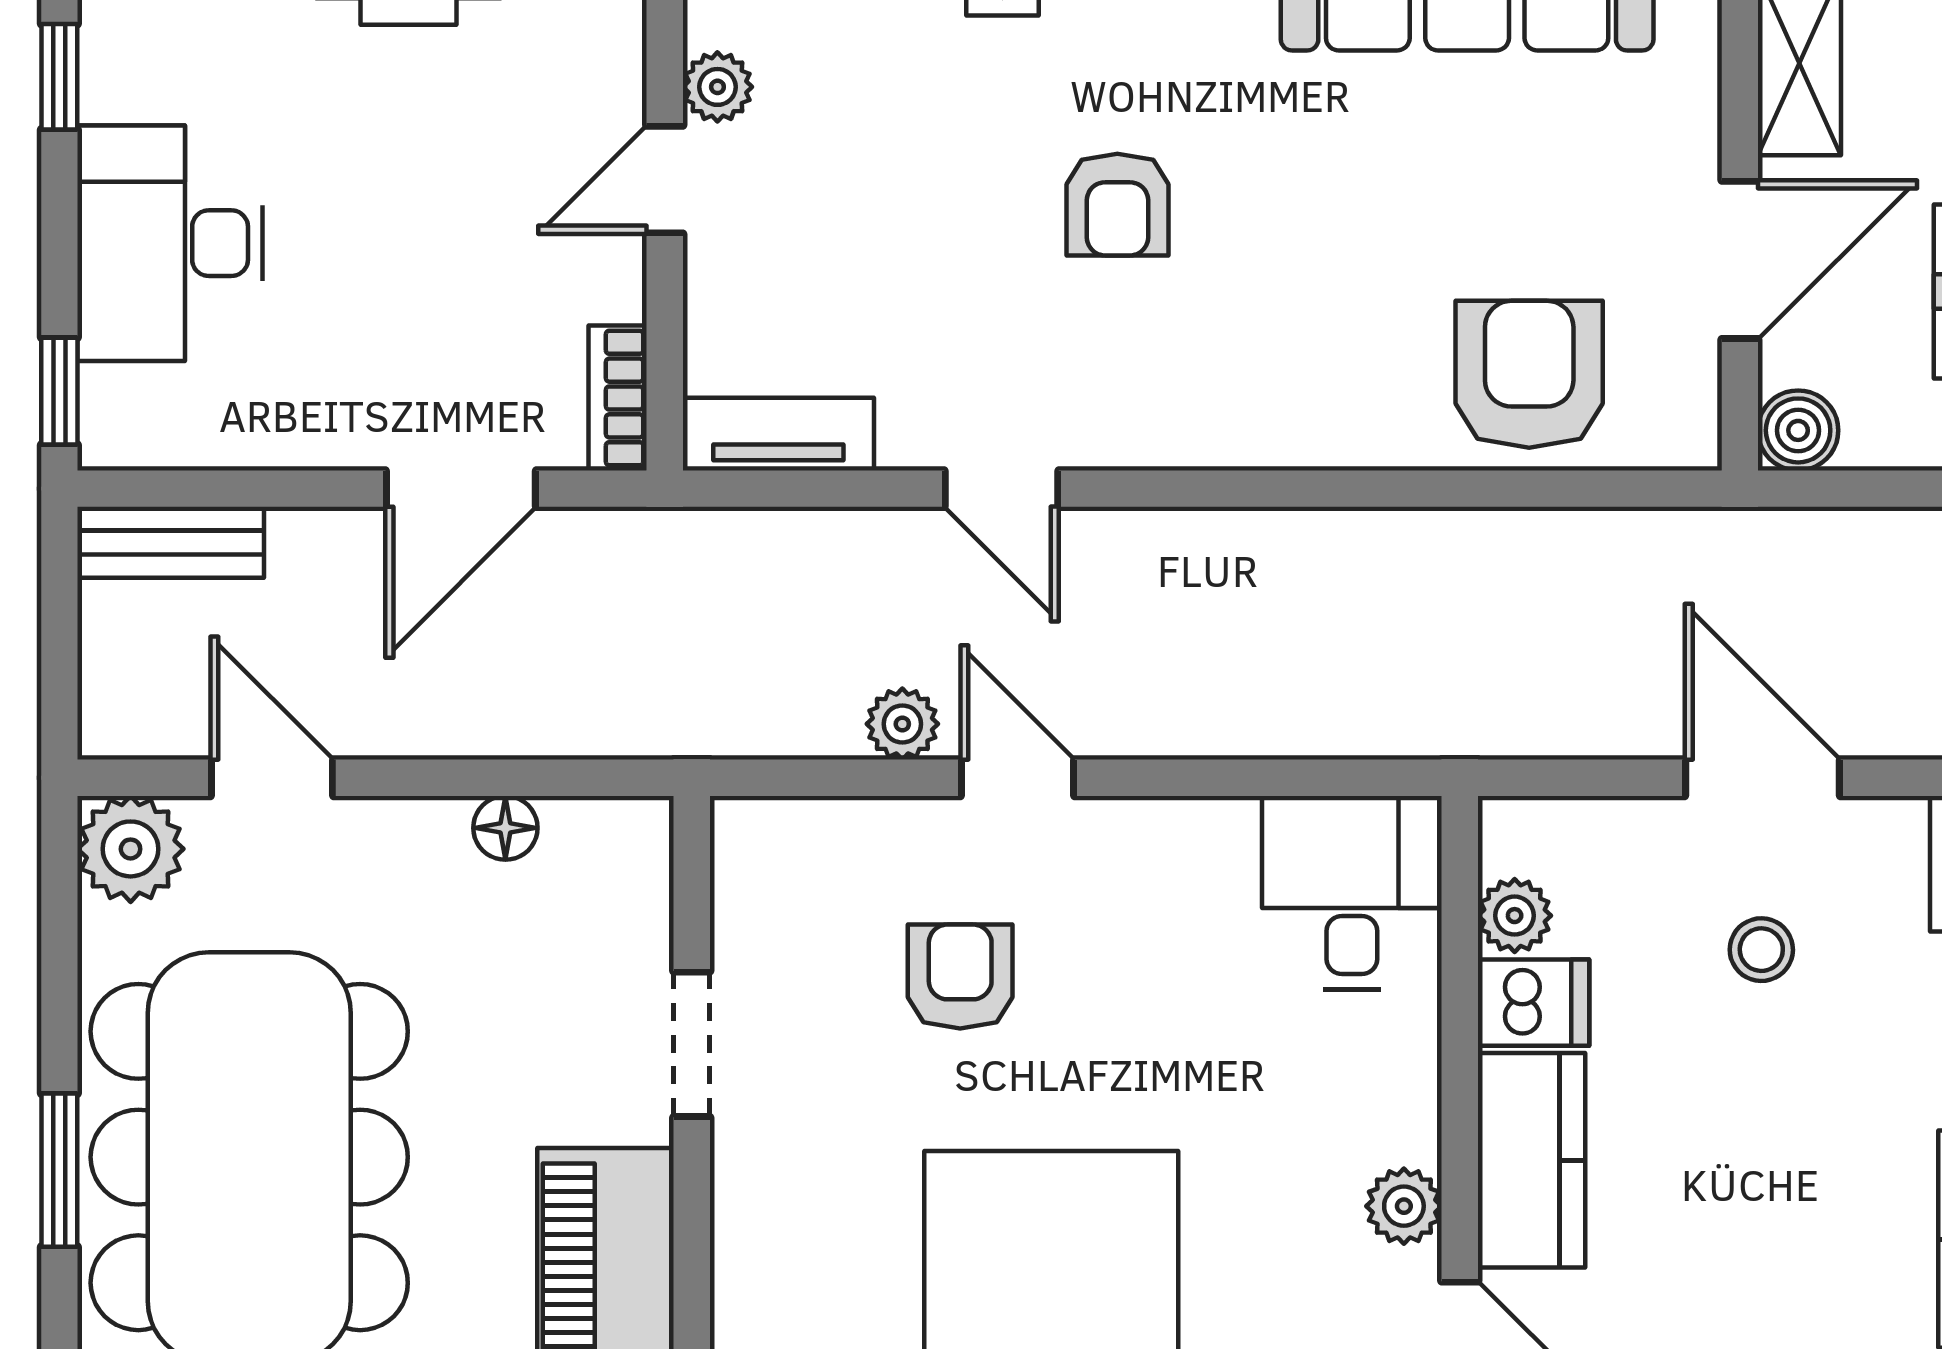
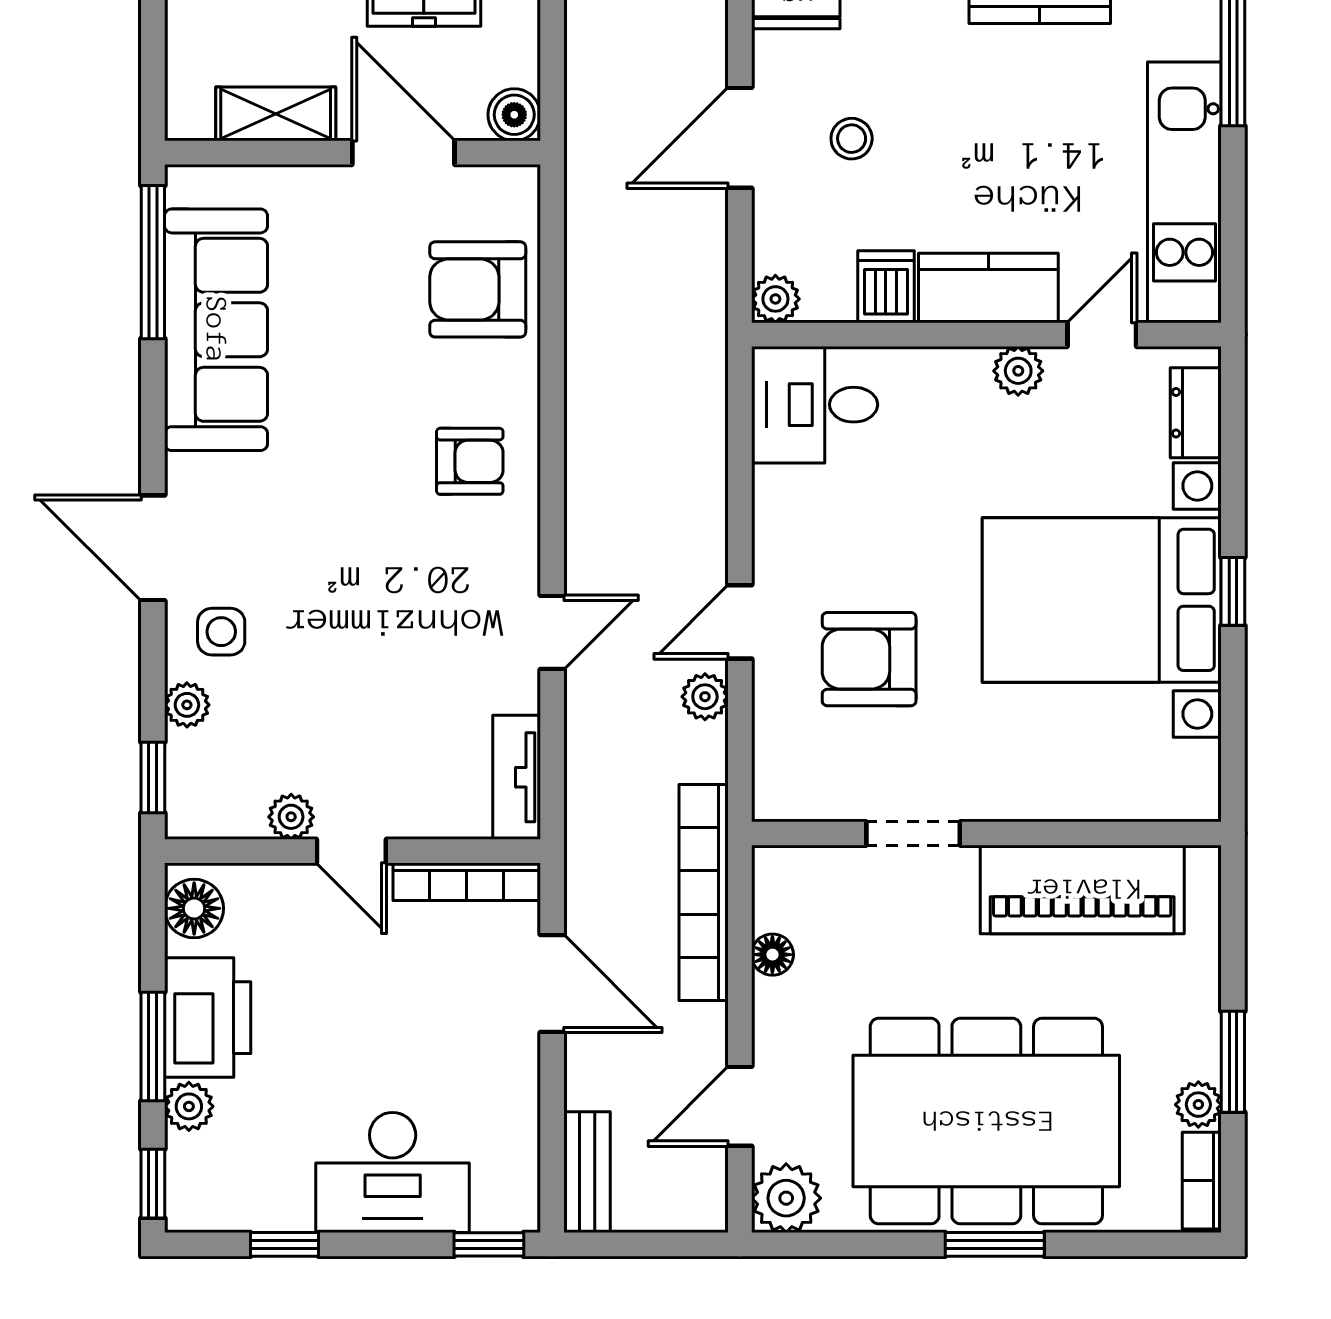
armchair: (1117, 205) -> (470, 461), moved
bookcase: (618, 398) -> (467, 882), width x1.56
bookcase: (601, 722) -> (704, 892), added
plant: (1515, 916) -> (775, 299), moved
armchair: (960, 977) -> (869, 659), width x1.38, depth x1.38

